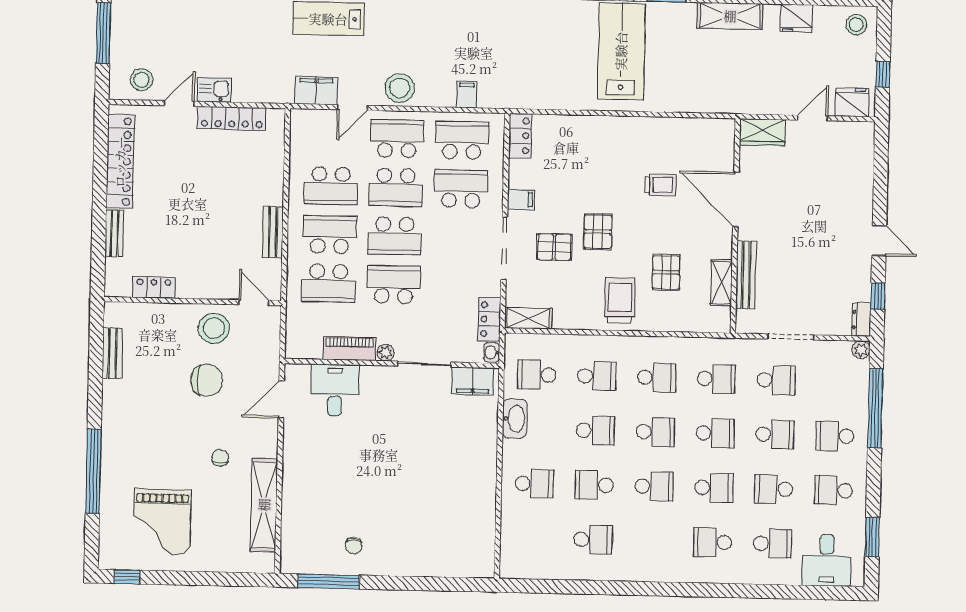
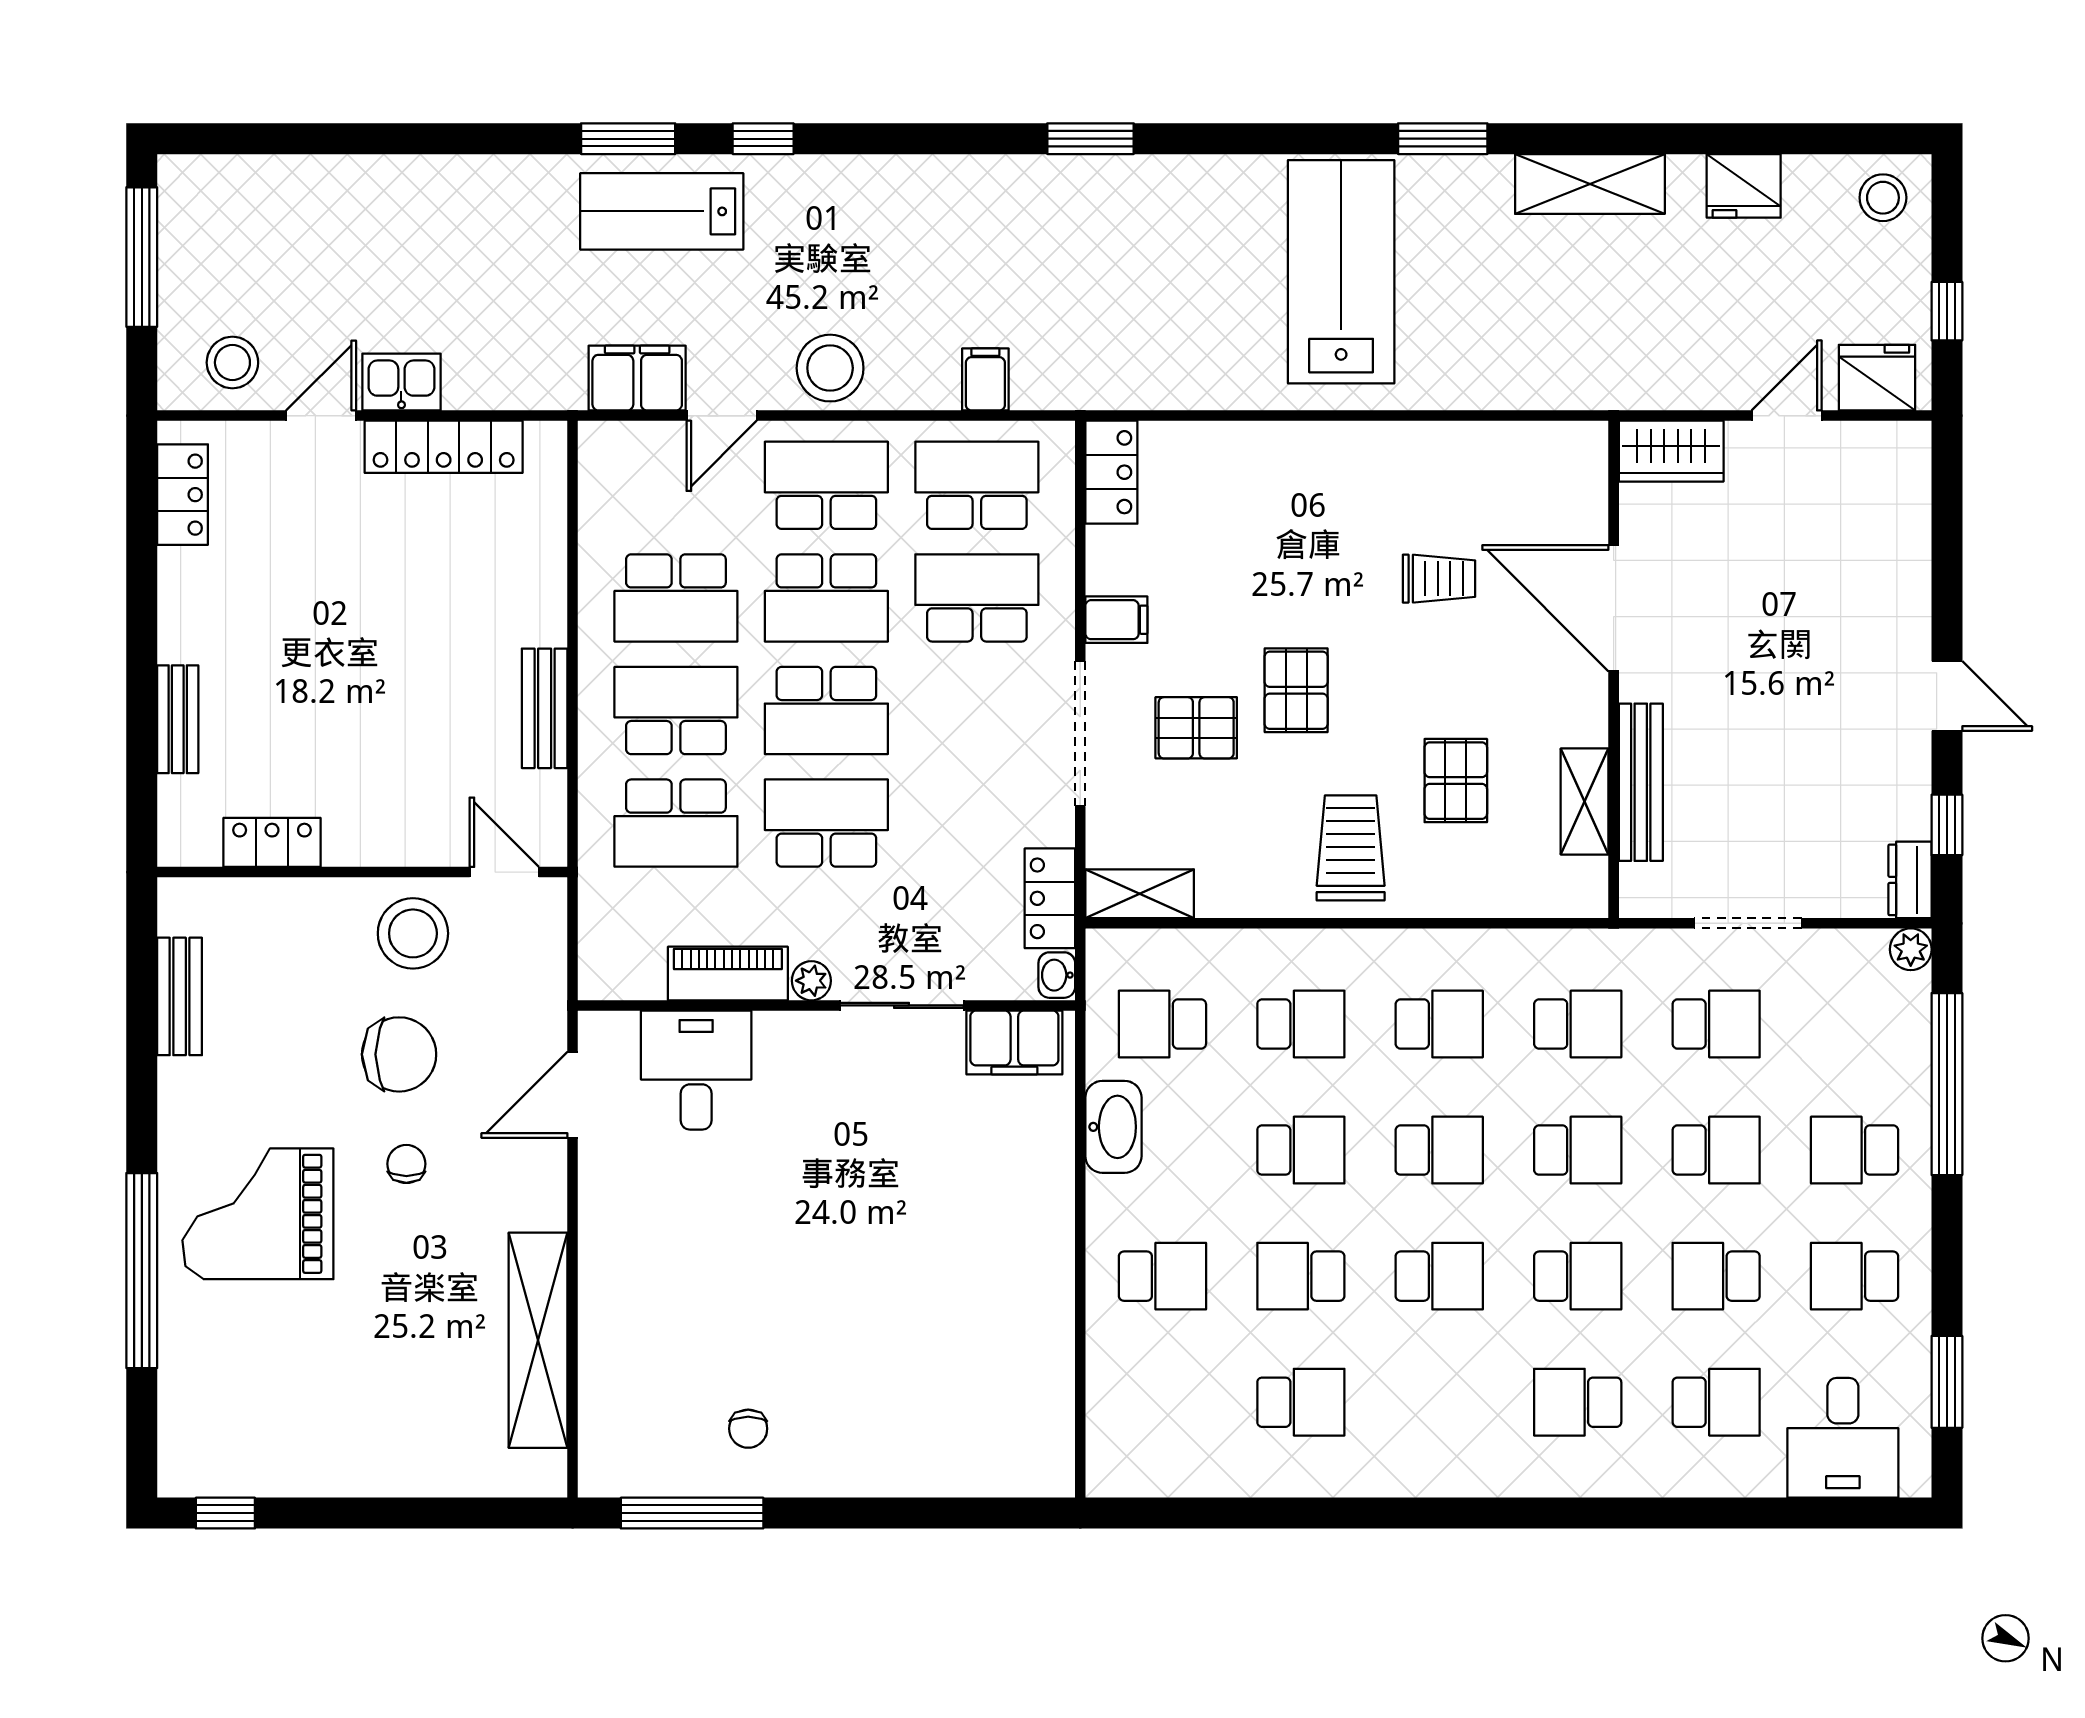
locker: (120, 162) -> (183, 495), width x0.46, depth x0.83
chair: (220, 458) -> (406, 1164), moved
grand piano: (162, 522) -> (258, 1214), moved, turned 90

